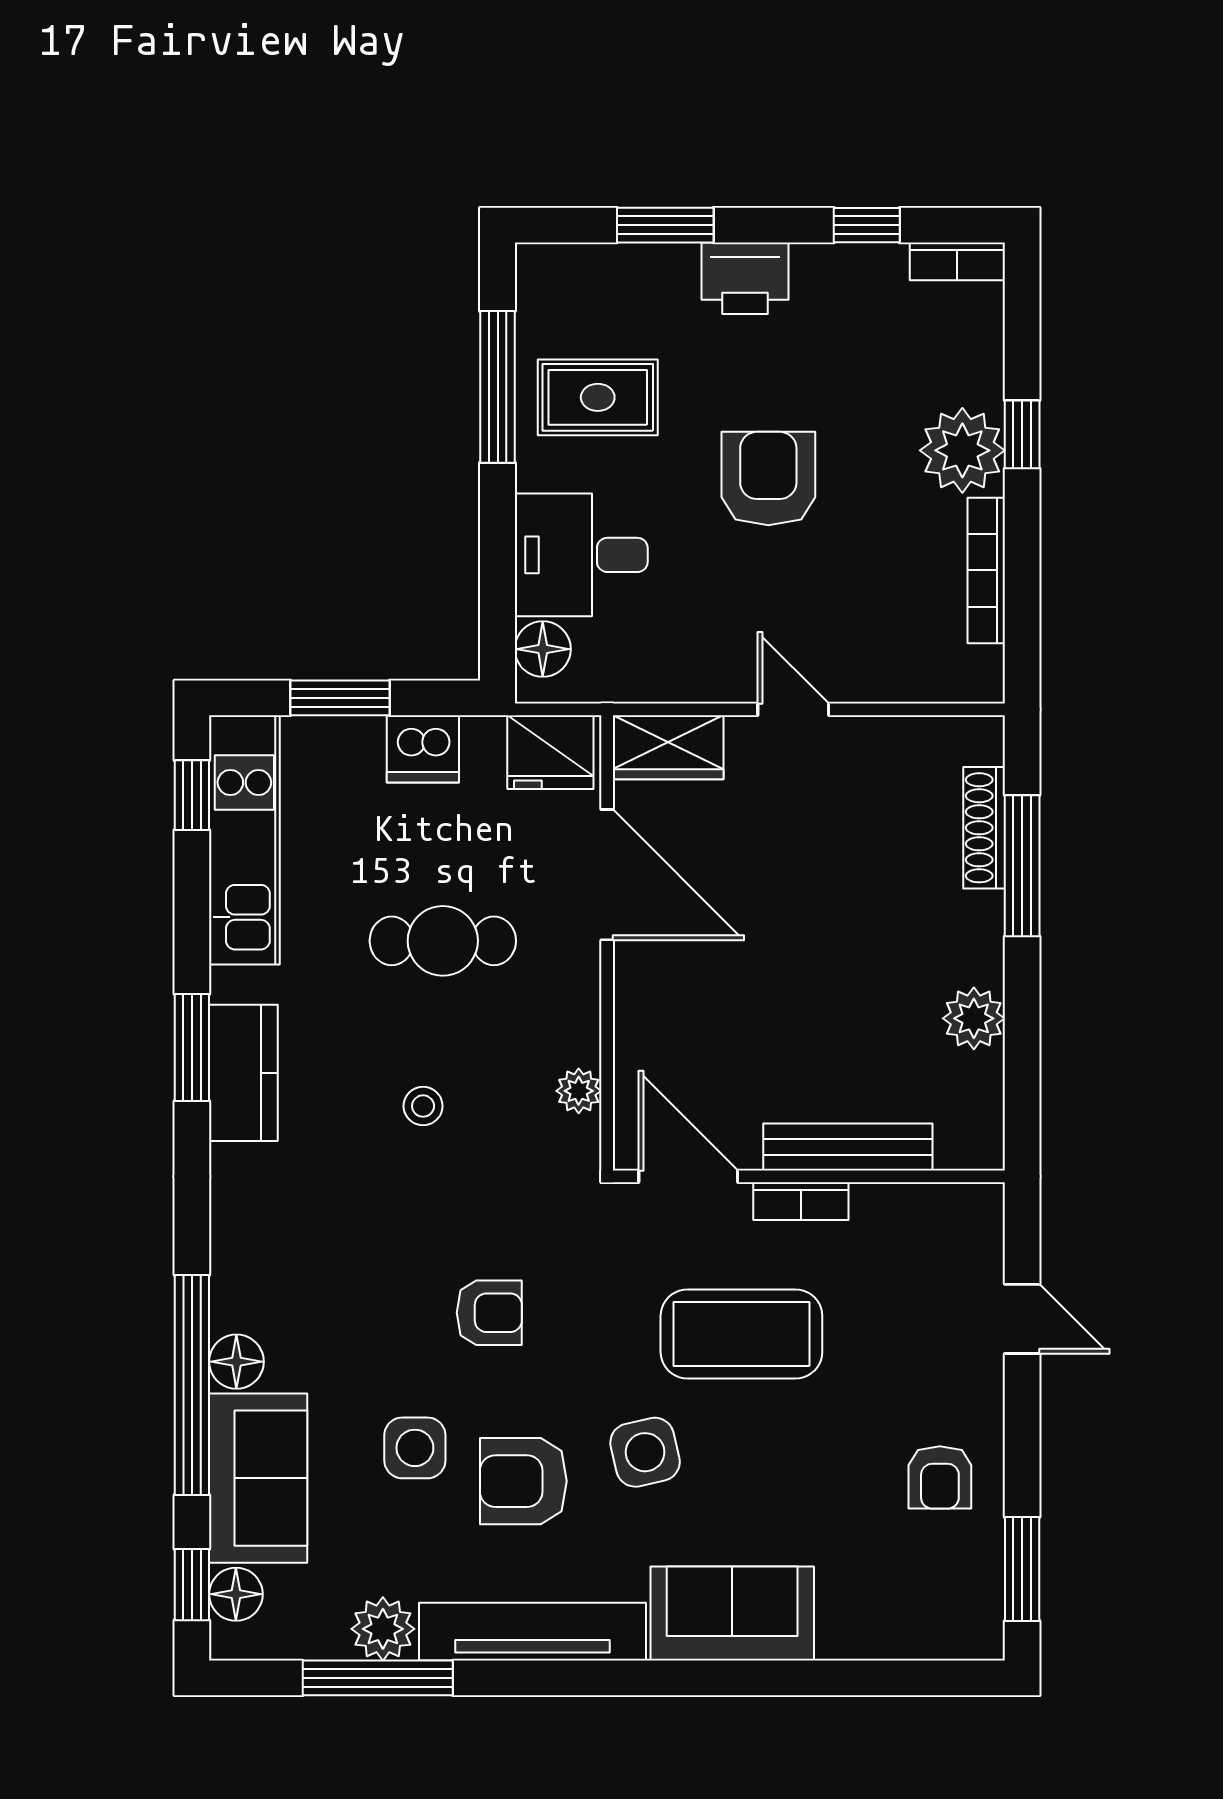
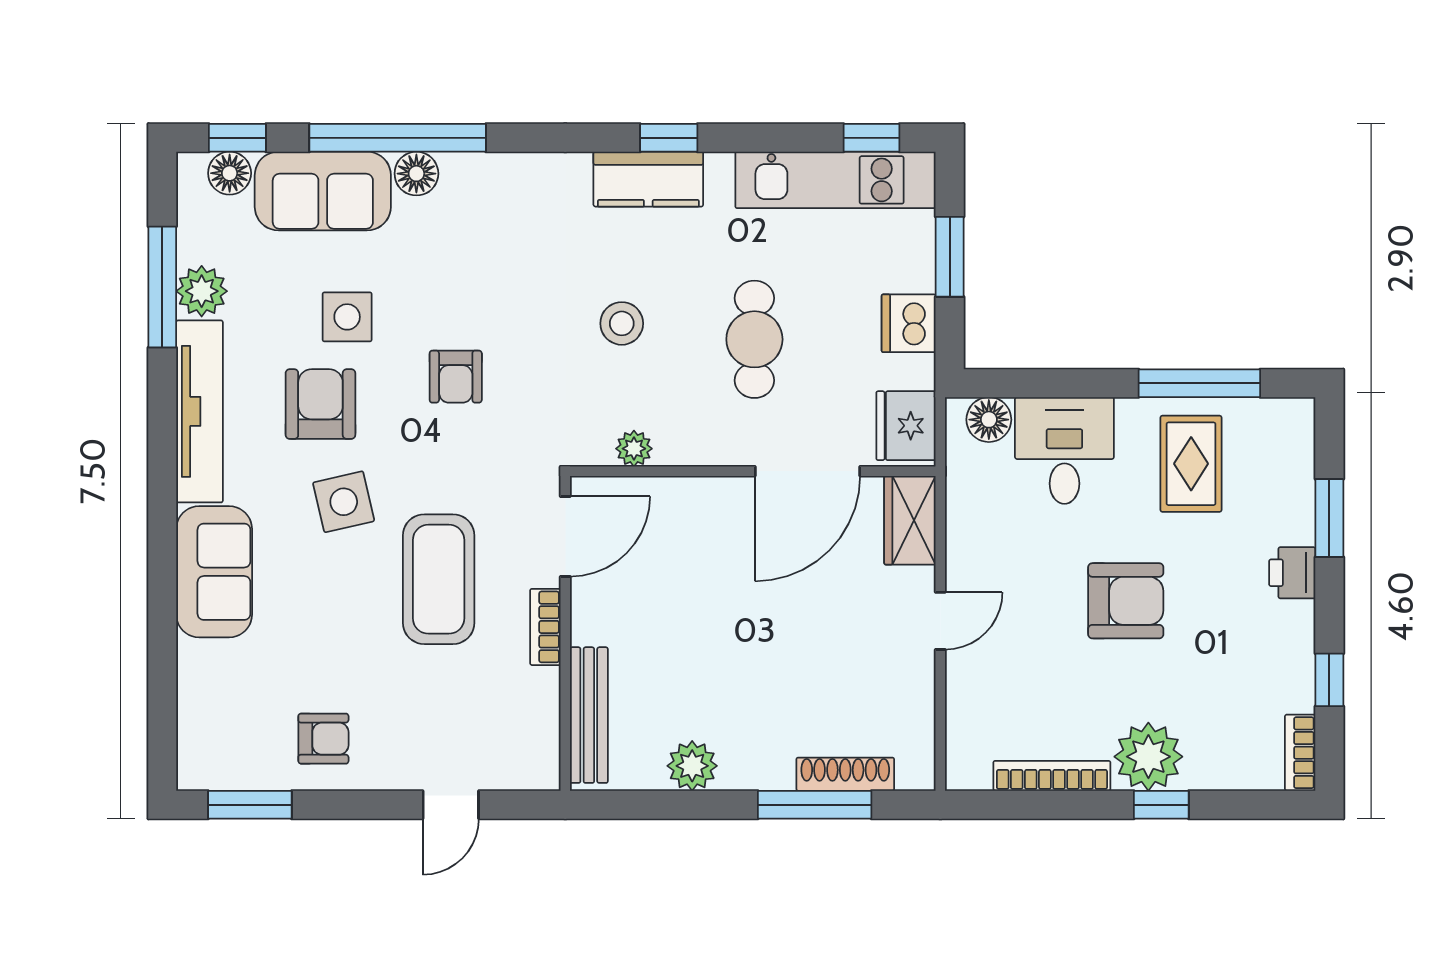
printer: (745, 278) -> (1292, 573), width x0.73, depth x0.81
window: (192, 1047) -> (669, 138), width x0.67
stool: (423, 1106) -> (622, 323), width x1.37, depth x1.37
bench: (848, 1147) -> (589, 715), moved
armchair: (940, 1477) -> (323, 739), turned 180

